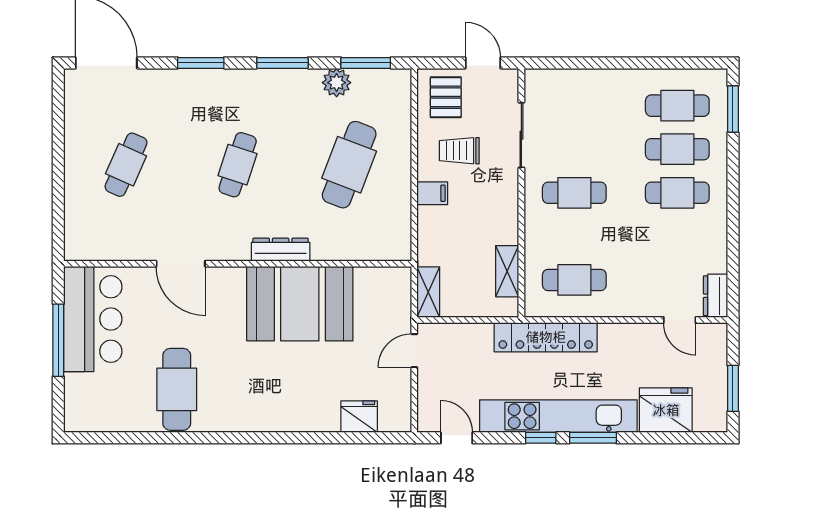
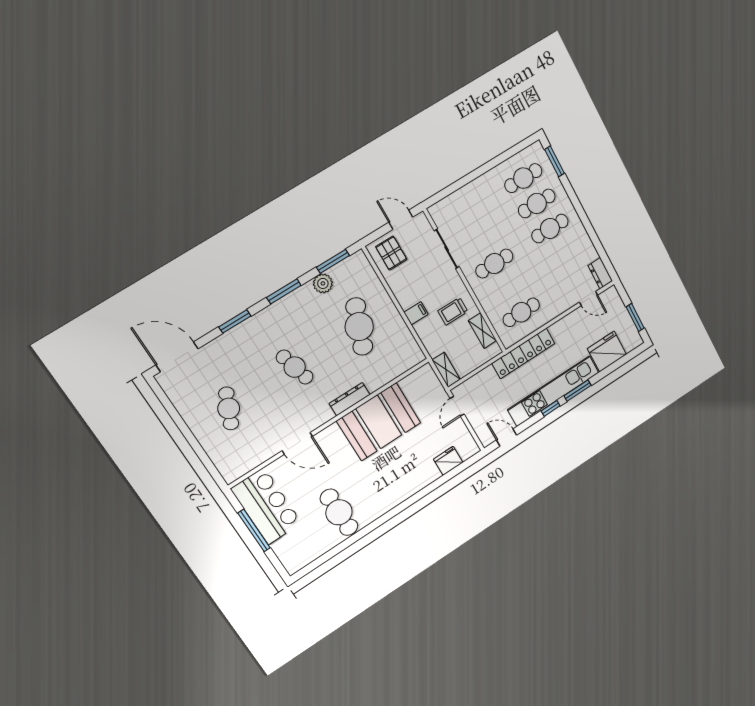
trolley: (459, 151) -> (453, 311), moved
cafe table: (238, 165) -> (295, 367), turned -33

